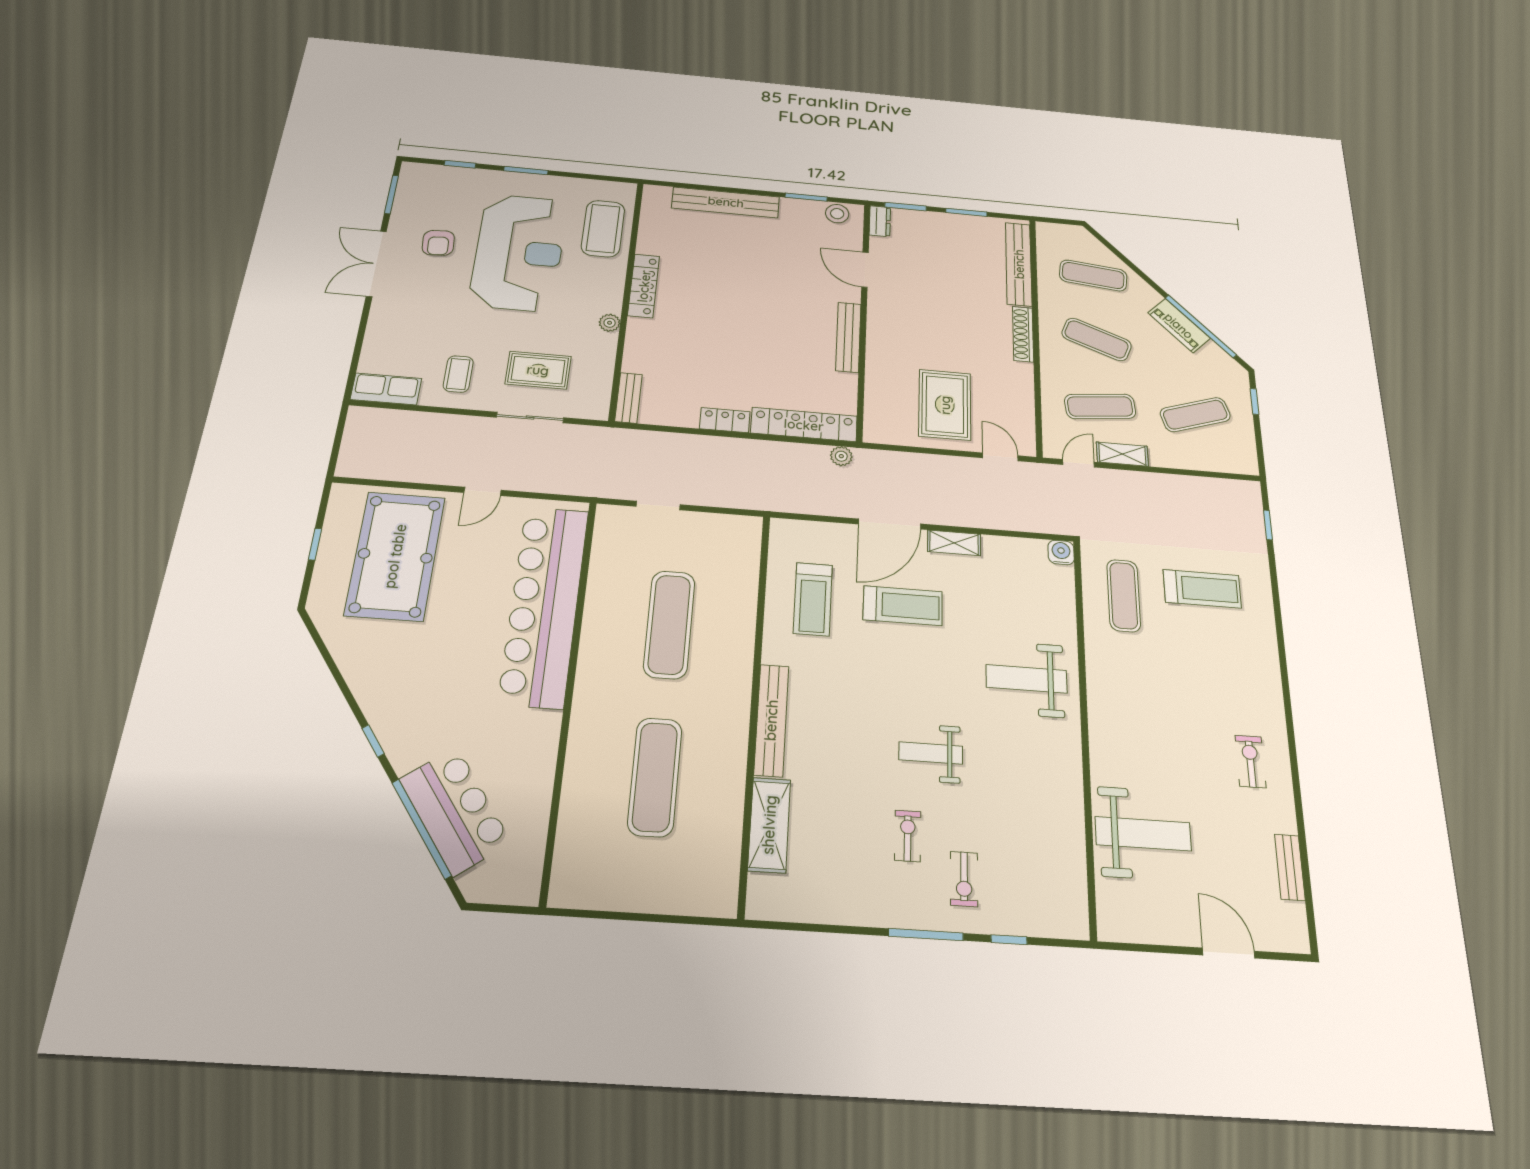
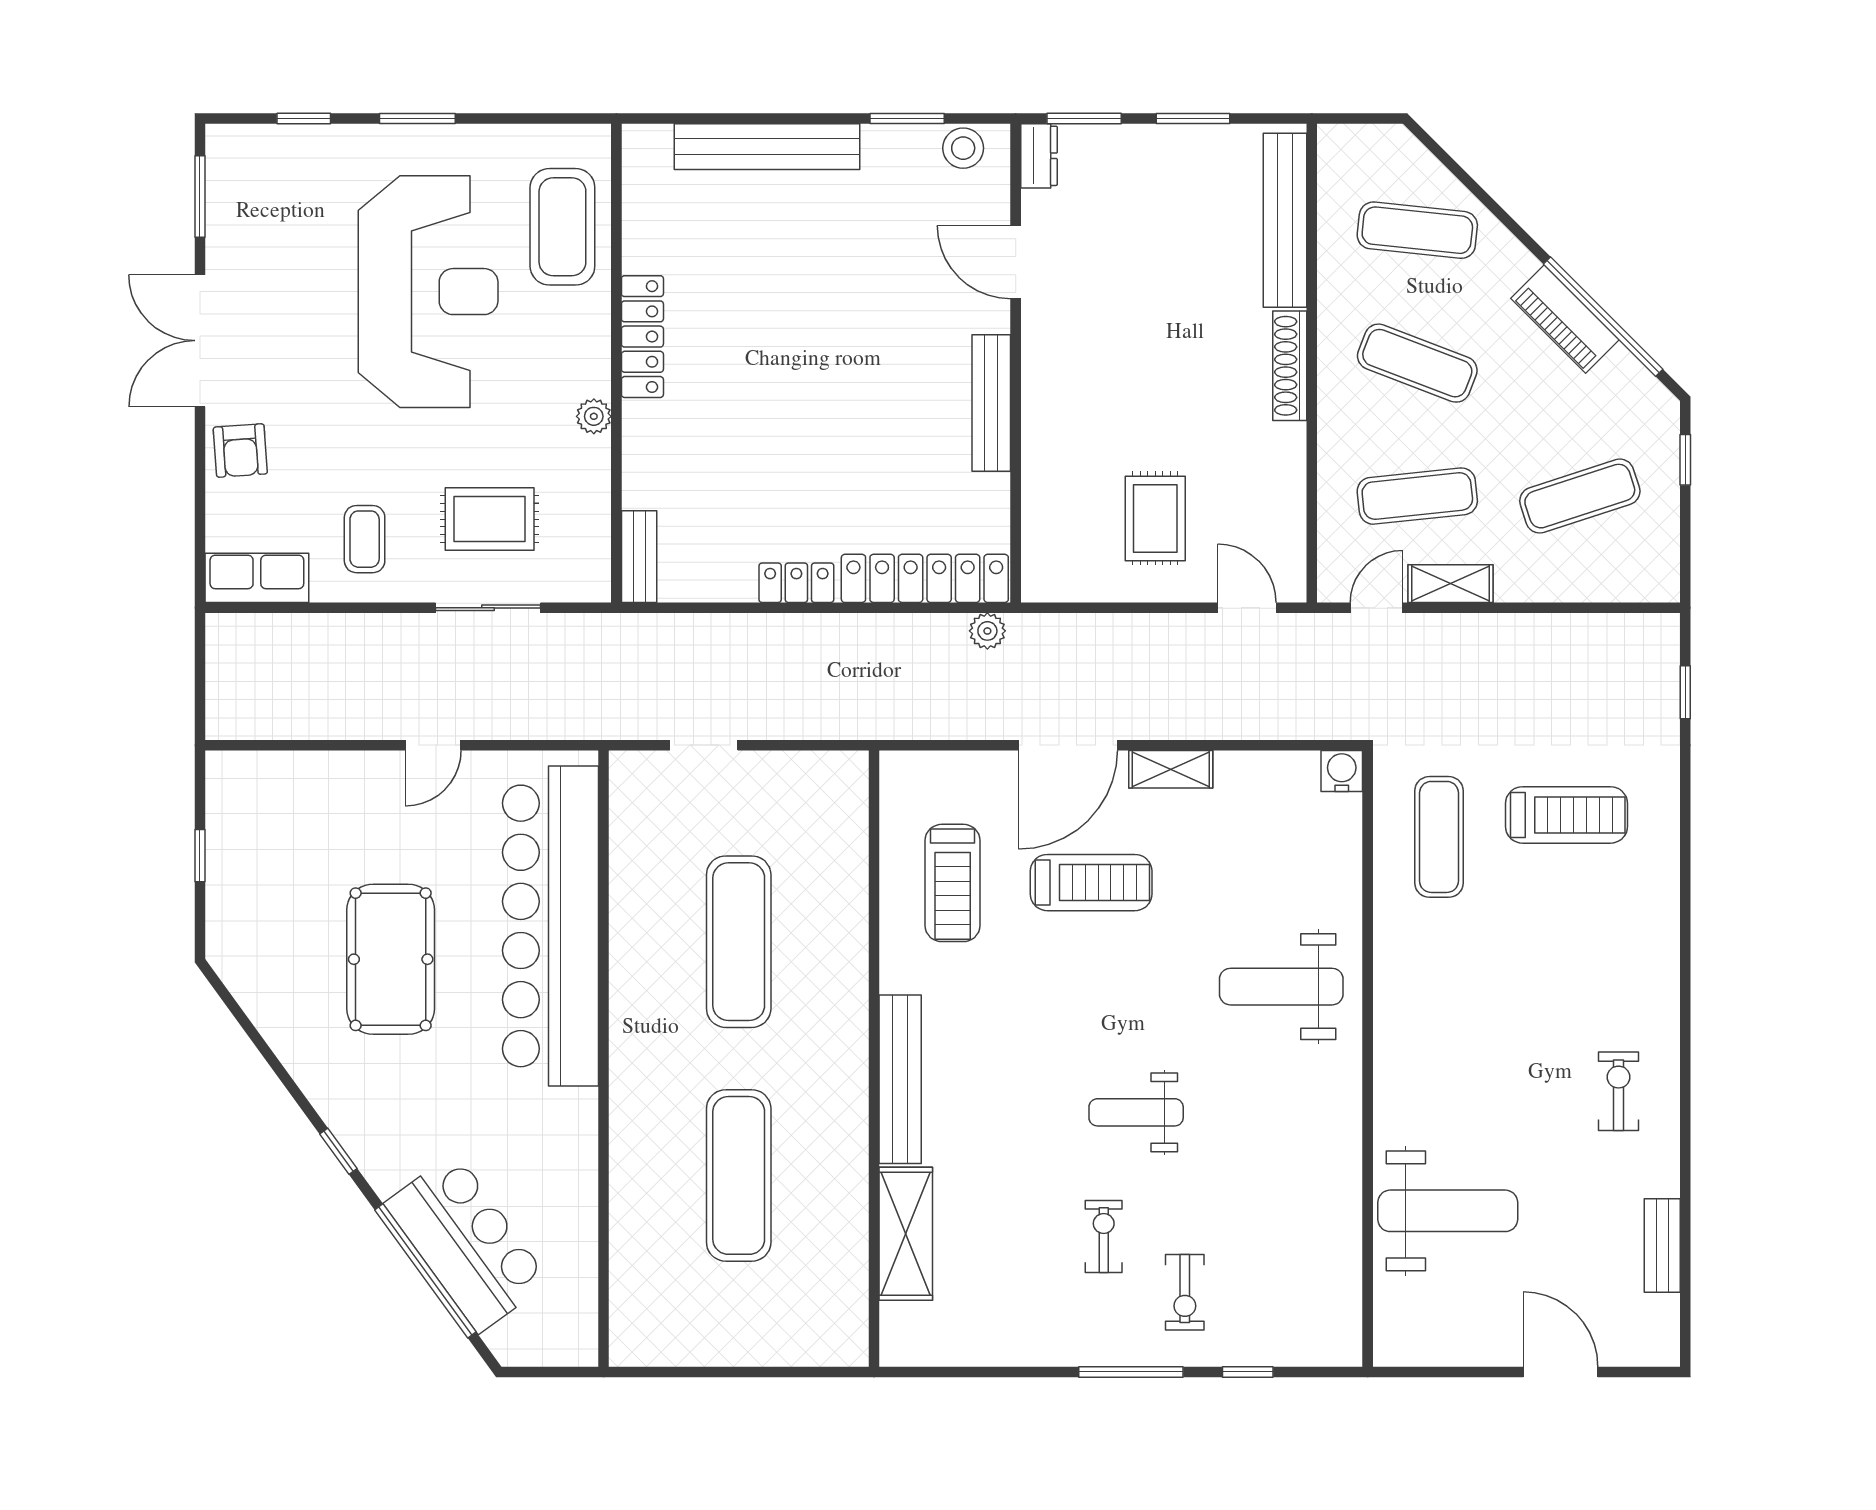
armchair: (438, 243) -> (240, 451), moved
rug: (945, 405) -> (1155, 518), width x0.73, depth x0.70
pool table: (395, 556) -> (391, 959), moved, width x0.73, depth x0.76

